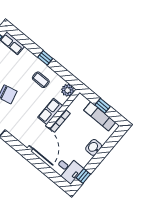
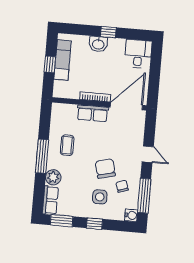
window: (45, 58) -> (42, 156), width x2.17
plant: (68, 90) -> (53, 177), moved
window: (83, 176) -> (108, 32), moved

